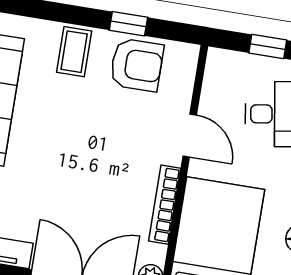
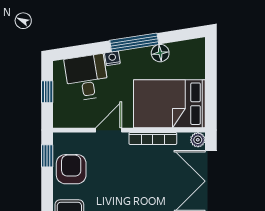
window: (128, 24) -> (47, 156), moved

